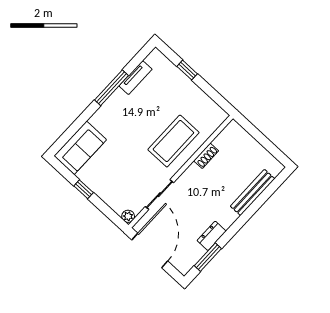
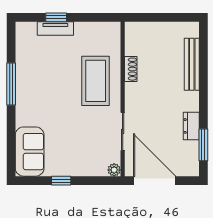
tv unit: (136, 78) -> (55, 28), moved, turned 90

